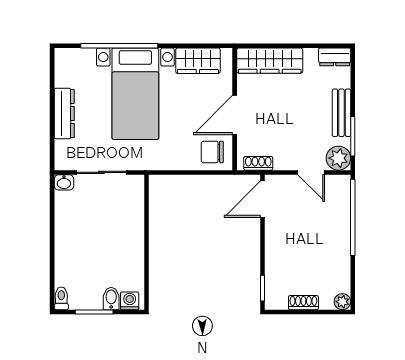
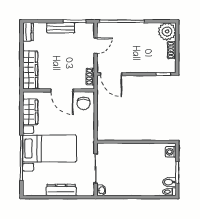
plant: (338, 158) -> (87, 30), removed
bidet: (111, 298) -> (169, 182), moved
plant: (342, 302) -> (167, 31), width x1.87, depth x1.87

